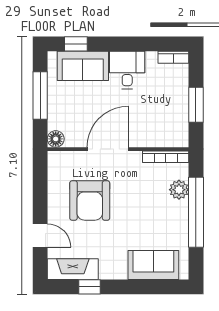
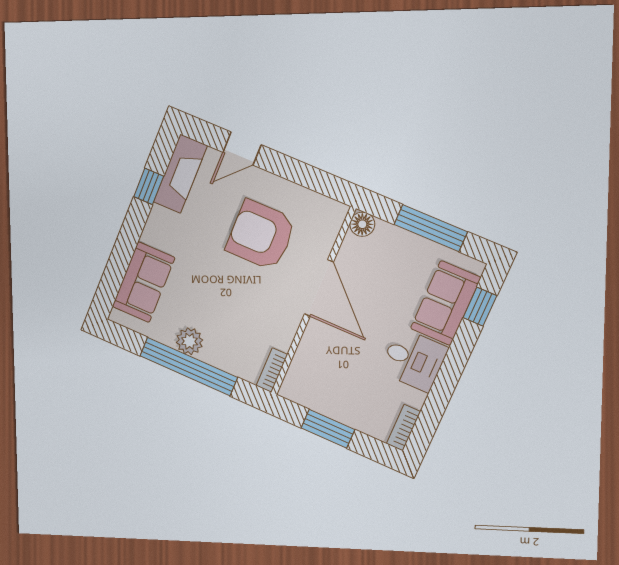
bookcase: (166, 157) -> (272, 370), width x0.64
plant: (179, 190) -> (190, 341), moved

